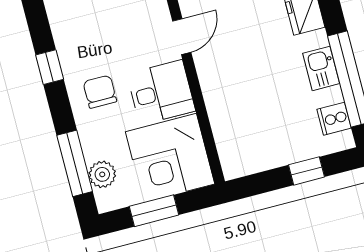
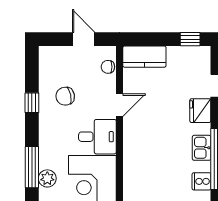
chair: (100, 92) -> (65, 96), moved, turned -102

